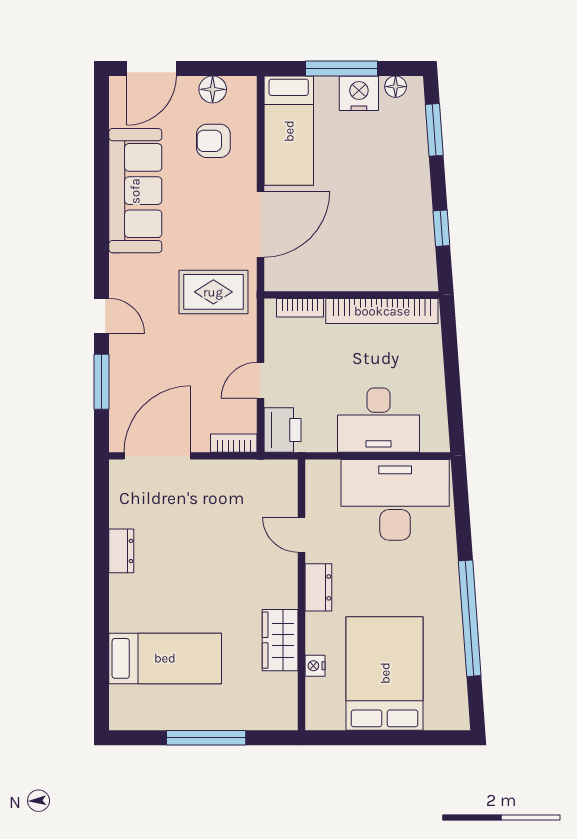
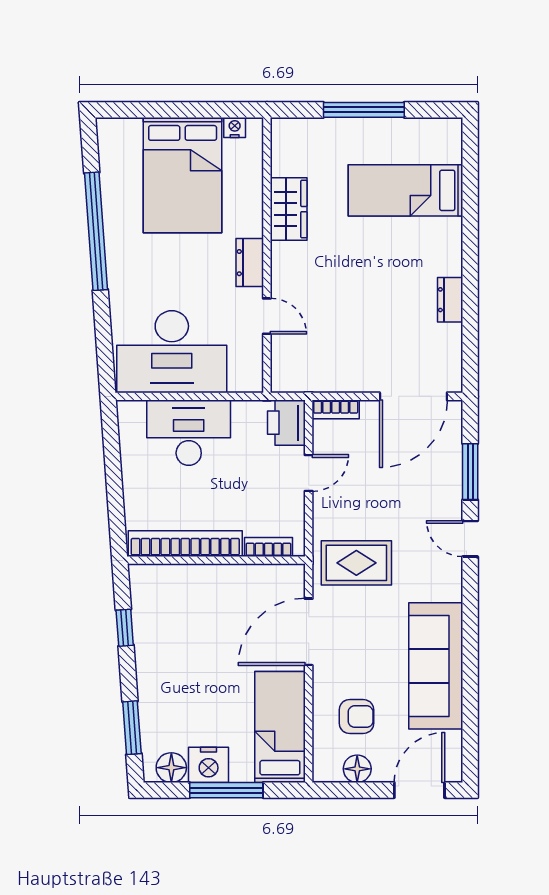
floor lamp: (396, 87) -> (171, 768), width x1.37, depth x1.37
nightstand: (315, 666) -> (235, 127), moved, turned -90

